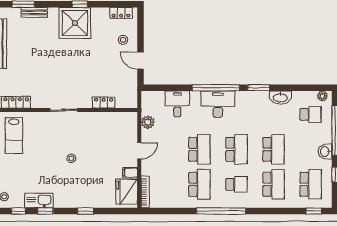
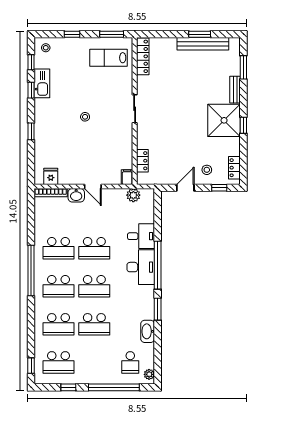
bench: (34, 12) -> (235, 90), moved
window: (141, 28) -> (219, 188), added
locker: (104, 103) -> (142, 161), moved
desk: (177, 104) -> (141, 236), moved
plant: (148, 122) -> (133, 195), moved
washbasin: (325, 152) -> (76, 195), moved, turned 180
filing cabinet: (130, 173) -> (127, 177), moved
school desk: (236, 184) -> (58, 286), width x1.85
fridge: (127, 192) -> (51, 176), width x0.53, depth x0.75

